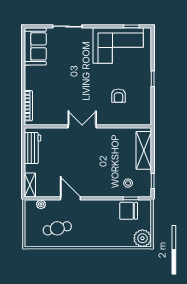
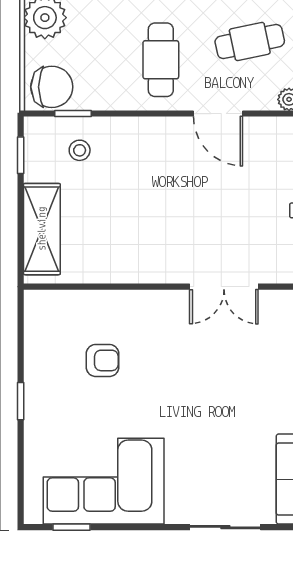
armchair: (118, 96) -> (103, 360), turned 90
double door: (82, 126) -> (224, 287), moved
chair: (129, 211) -> (52, 87), moved
cafe table: (94, 221) -> (161, 60), added

